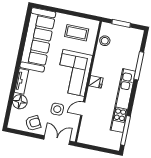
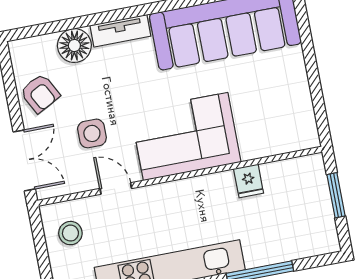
coffee table: (77, 33) -> (275, 107), removed
stool: (105, 41) -> (70, 233), moved
fridge: (96, 82) -> (249, 181), moved

